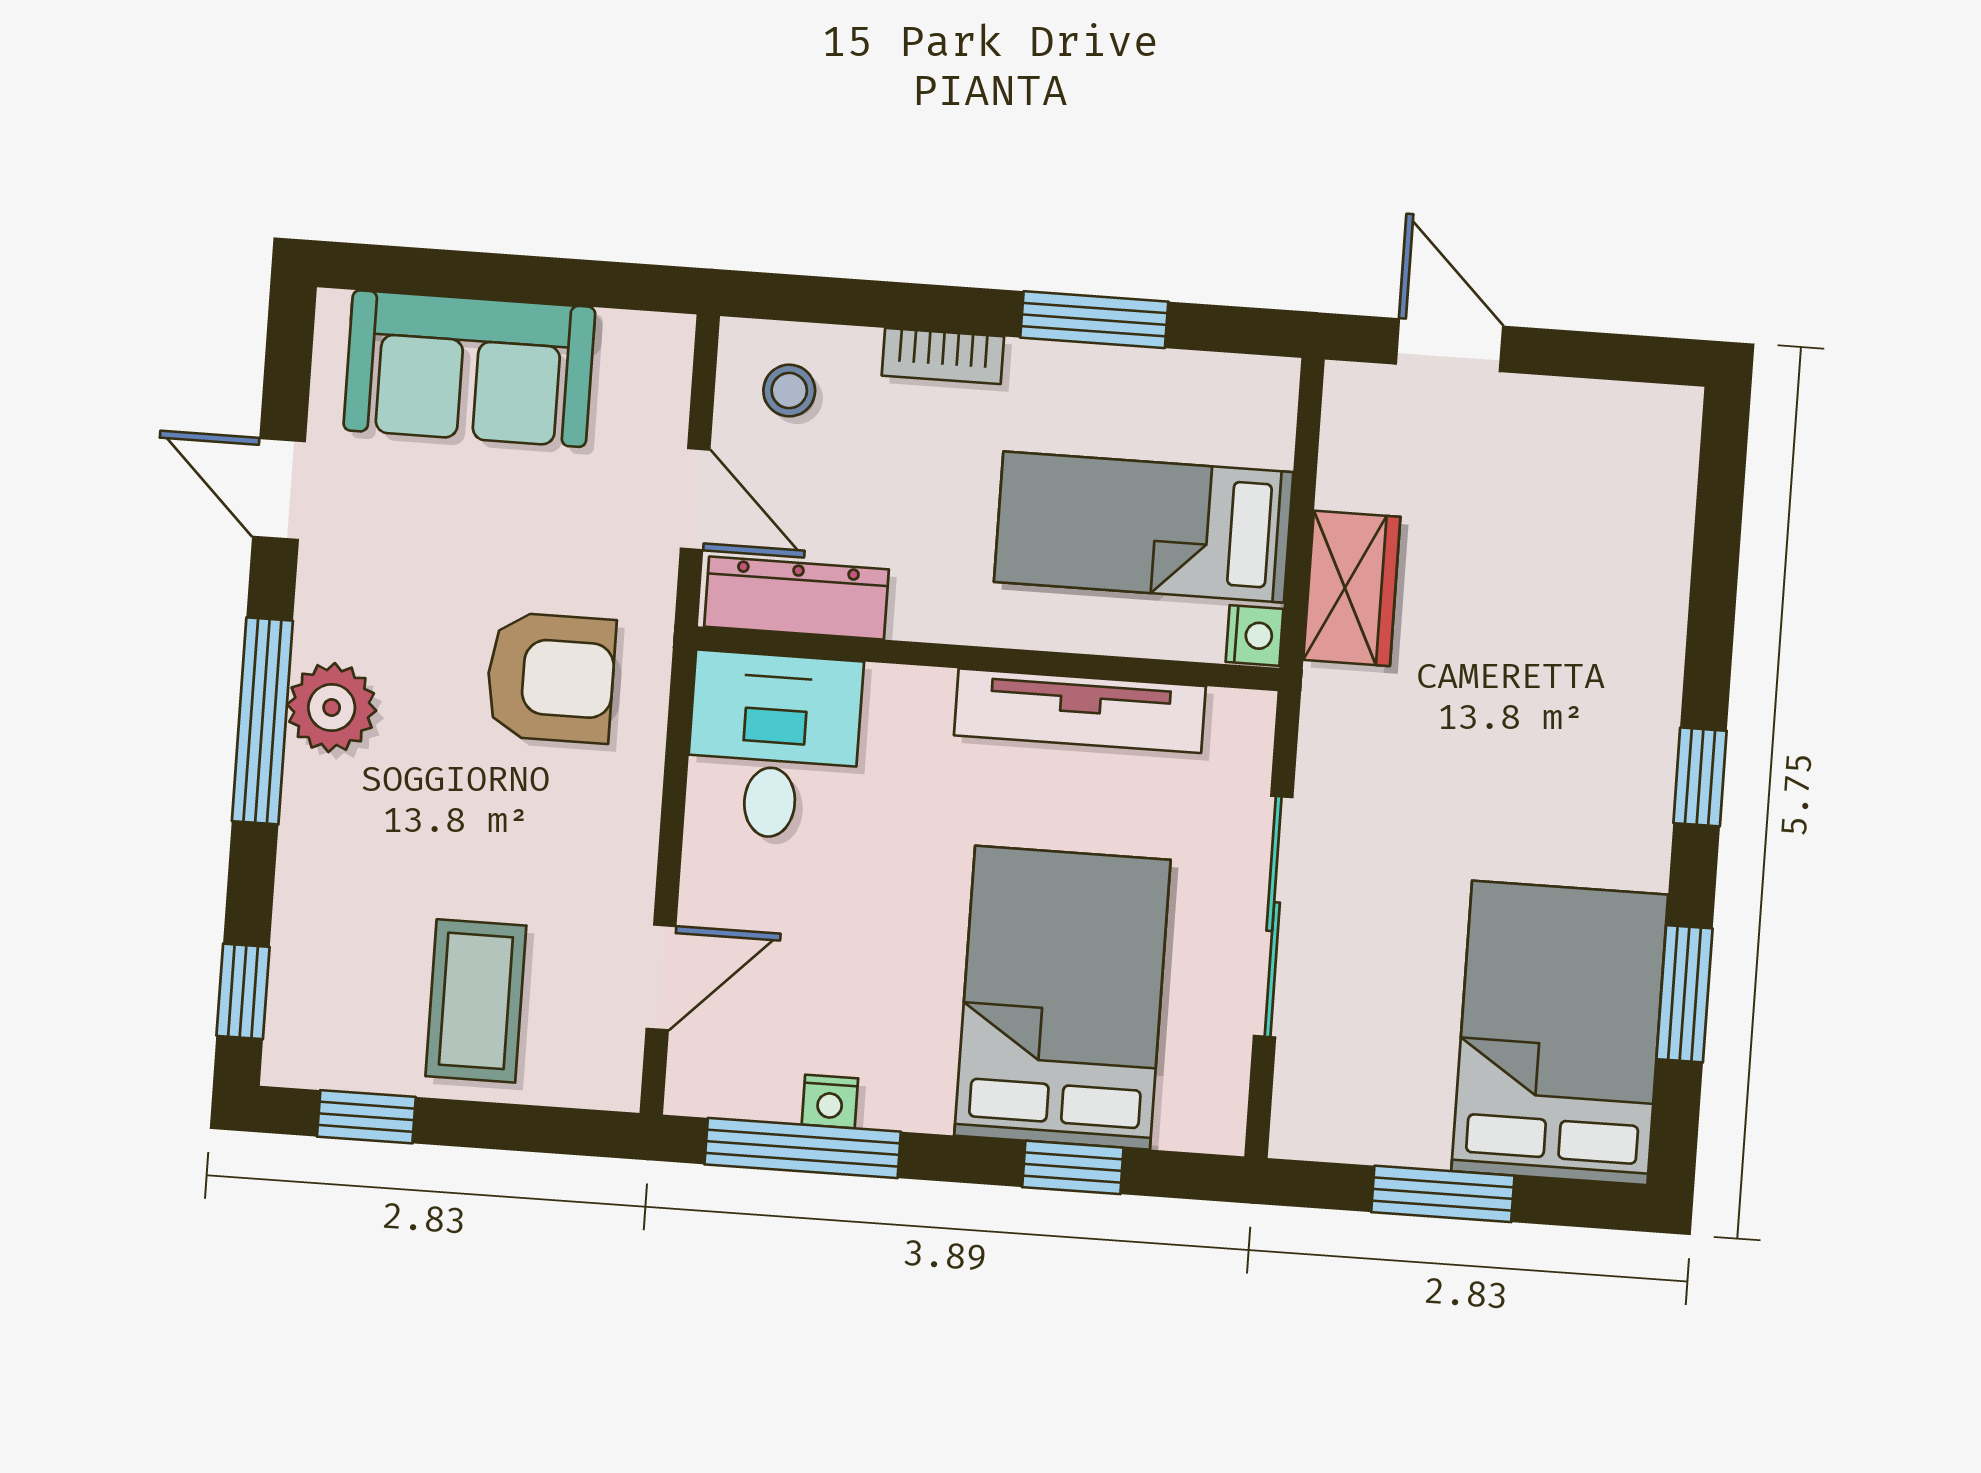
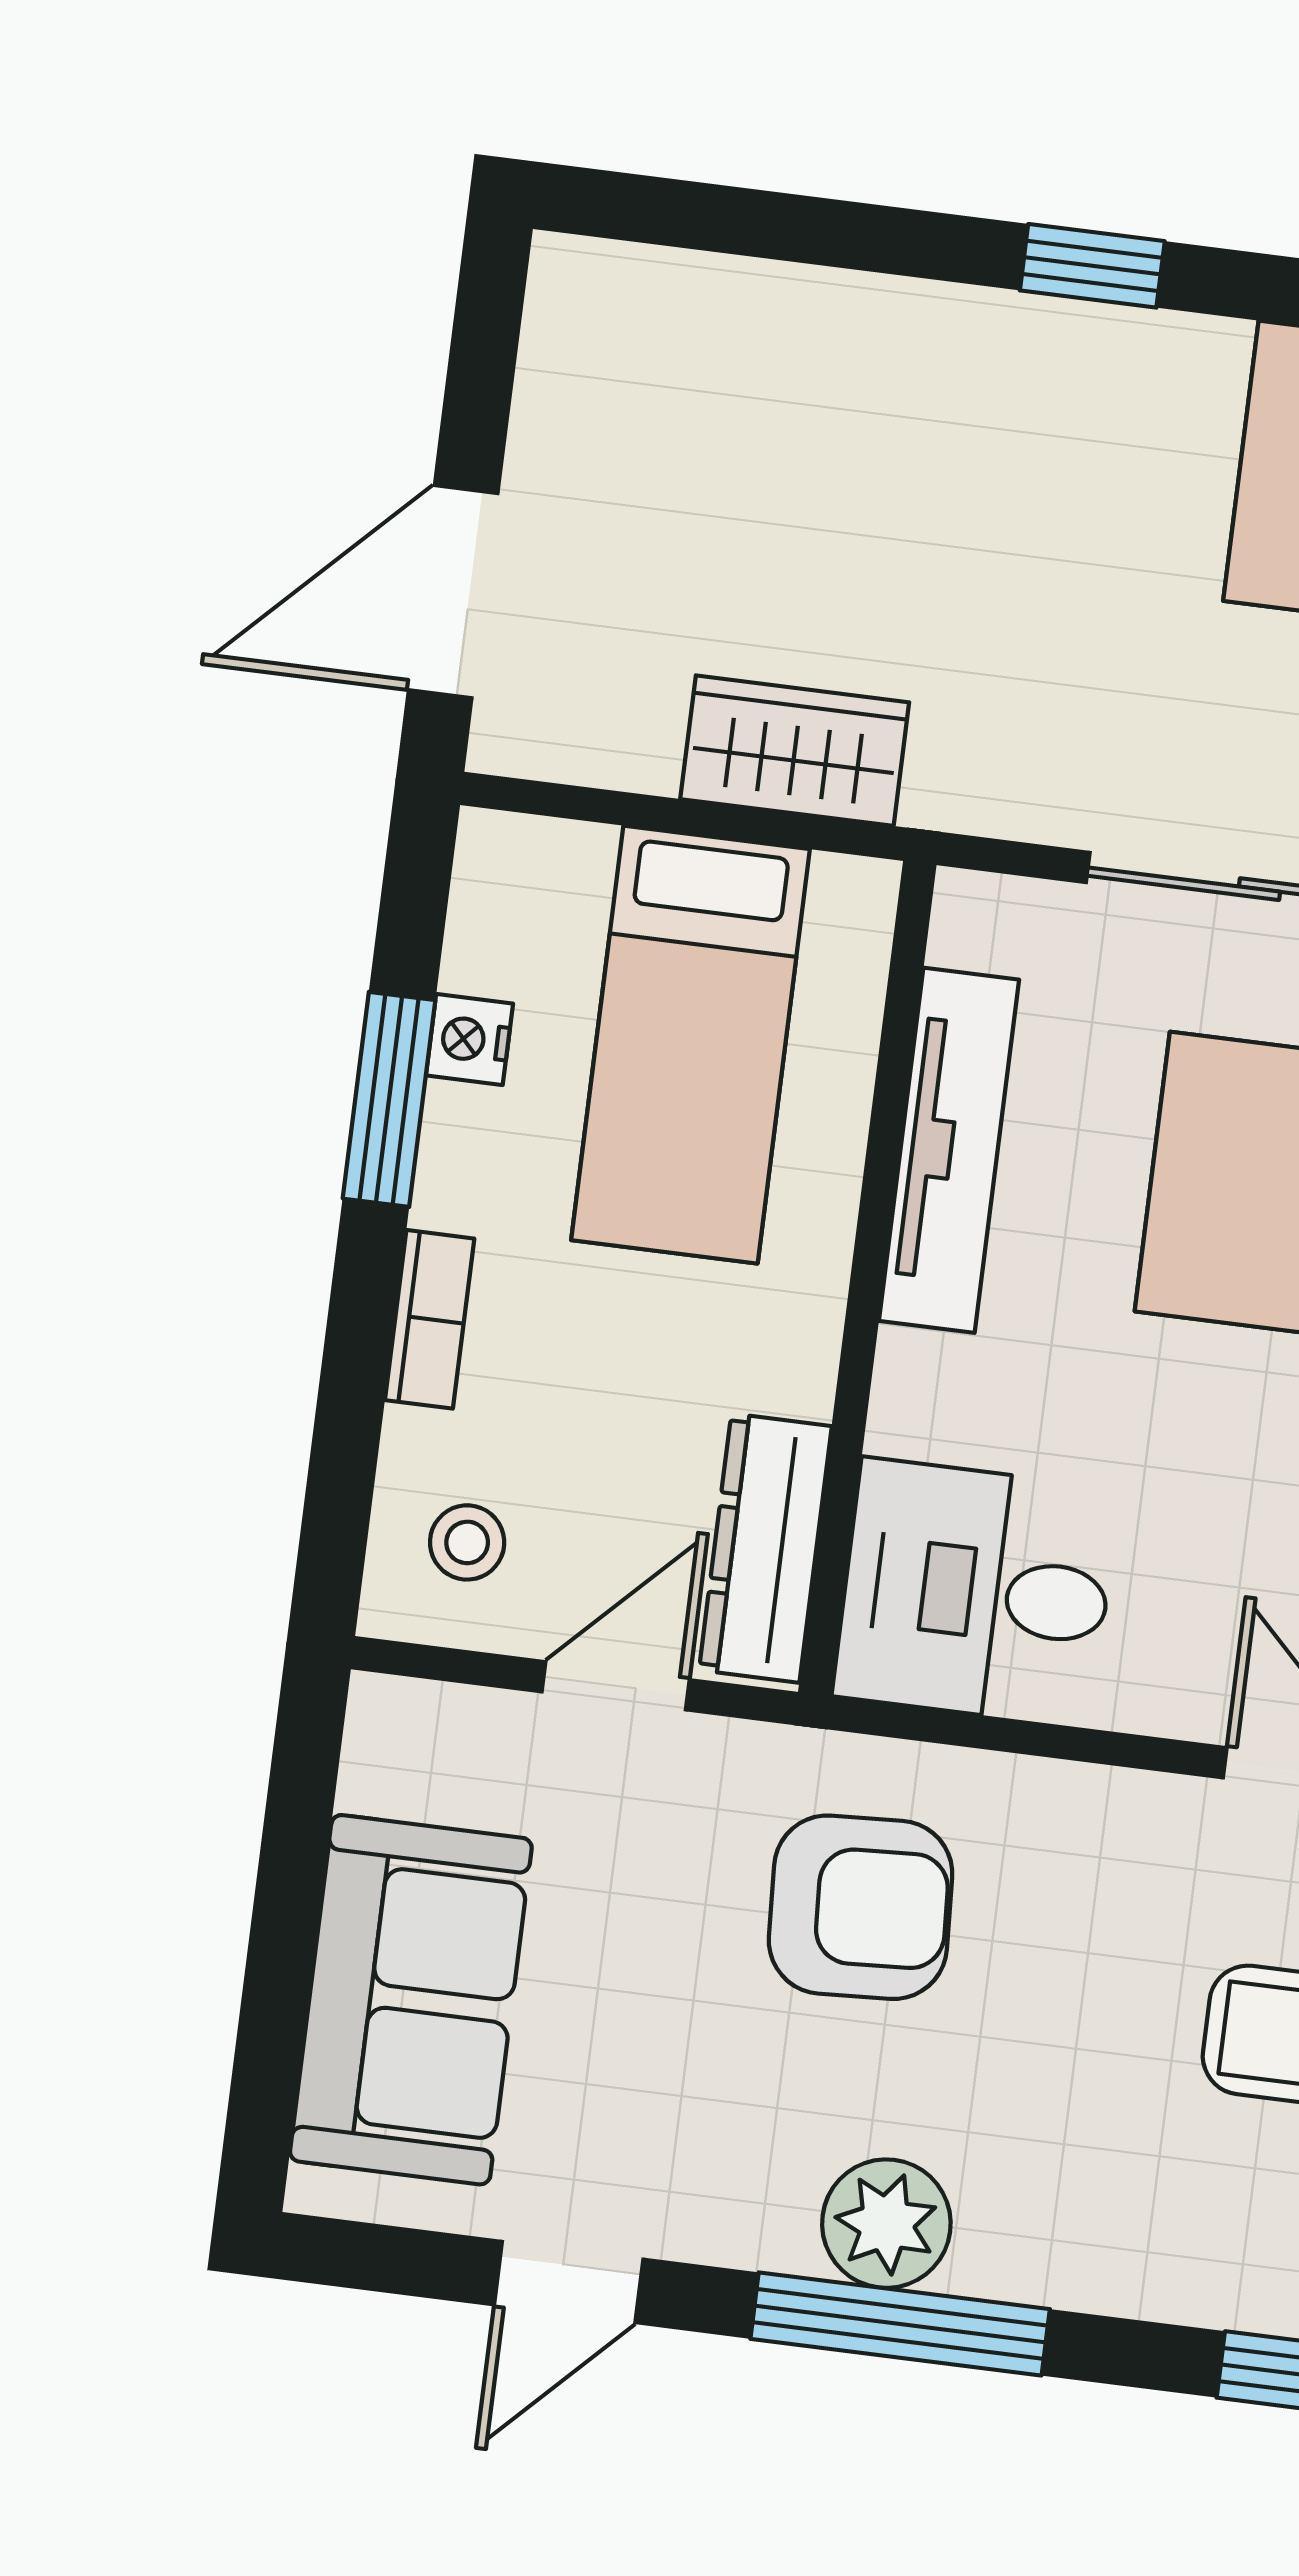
door: (1449, 345) -> (453, 592), width x1.38
nightstand: (1255, 635) -> (469, 1039), moved, turned -90
armchair: (551, 678) -> (861, 1907), turned 87

